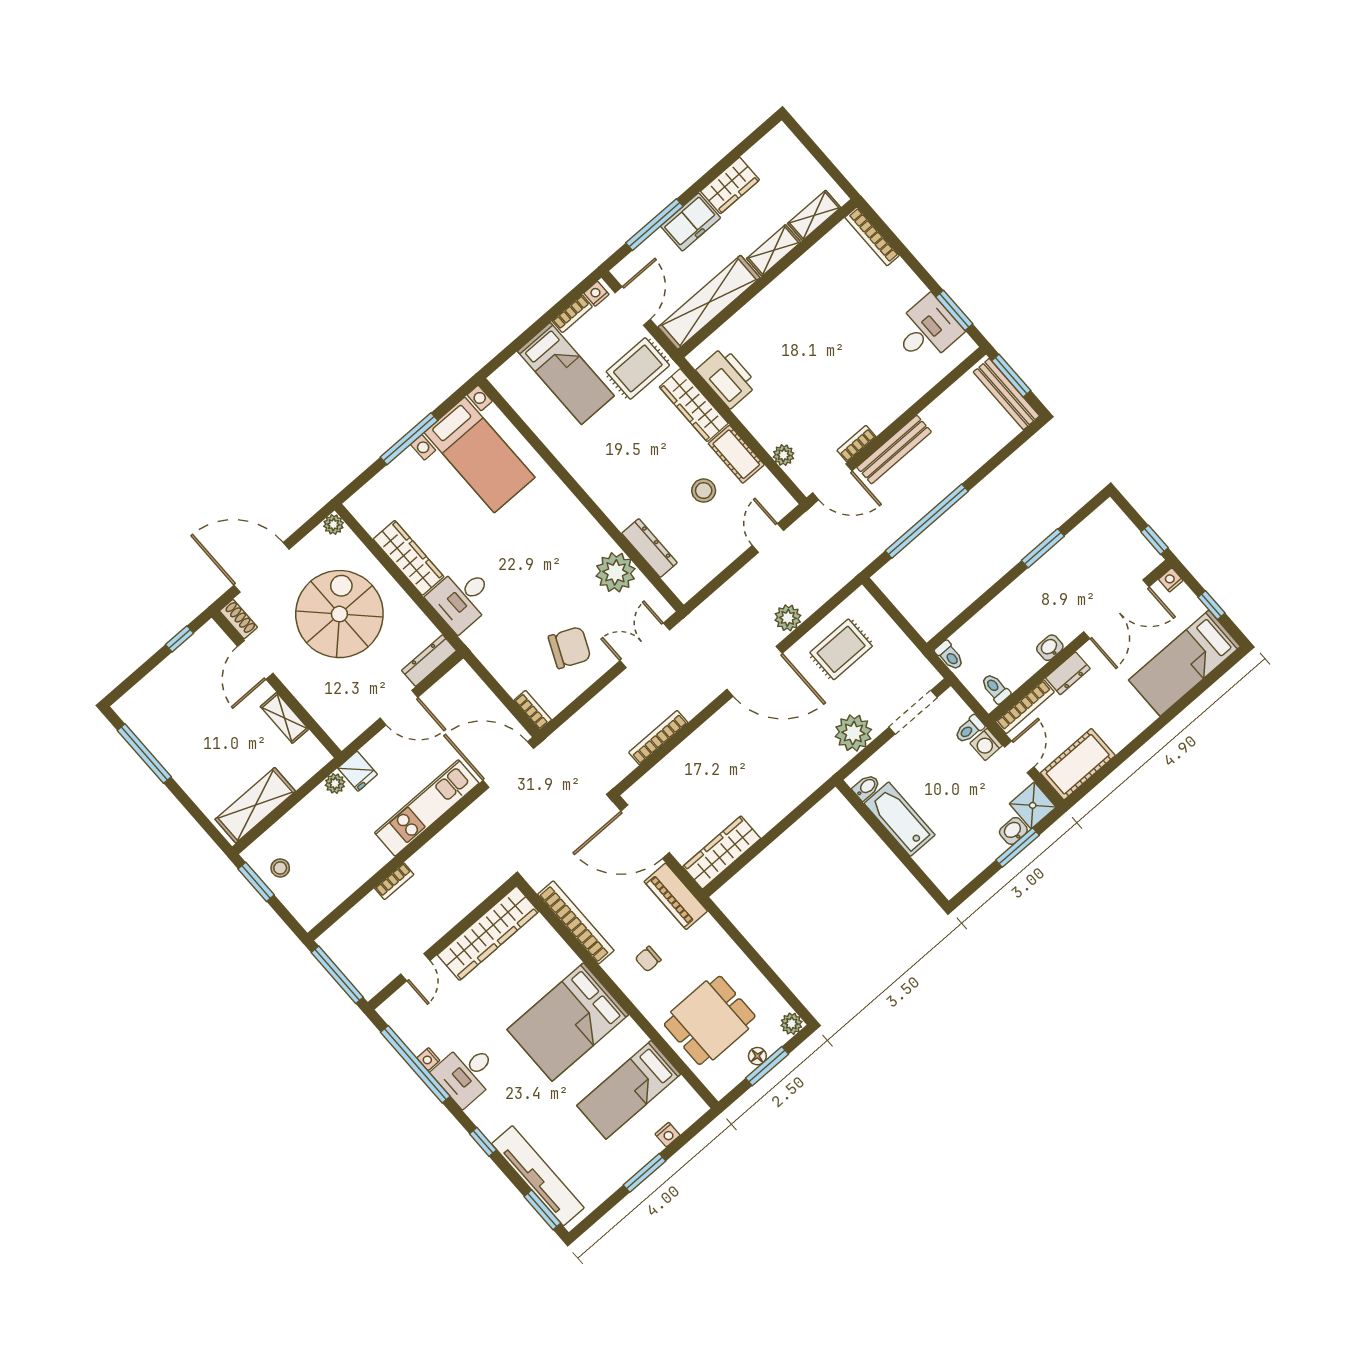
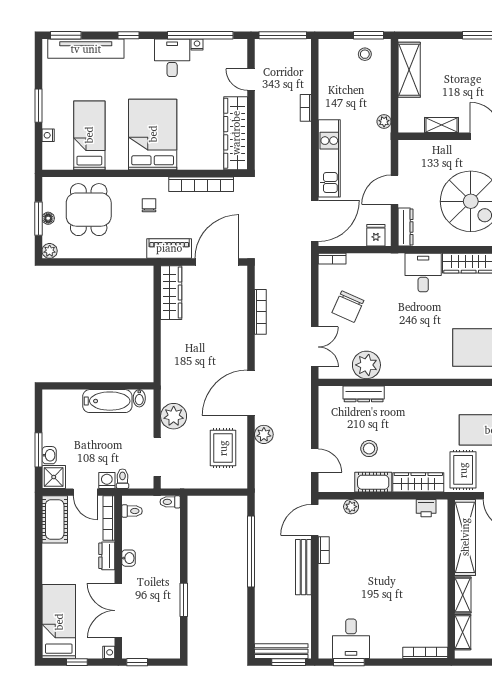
printer: (727, 377) -> (426, 508), width x0.53, depth x0.68
fridge: (358, 771) -> (376, 235), moved, turned 90

